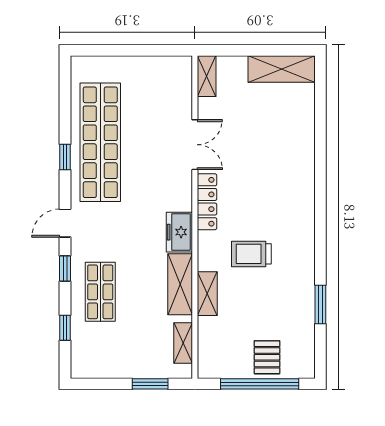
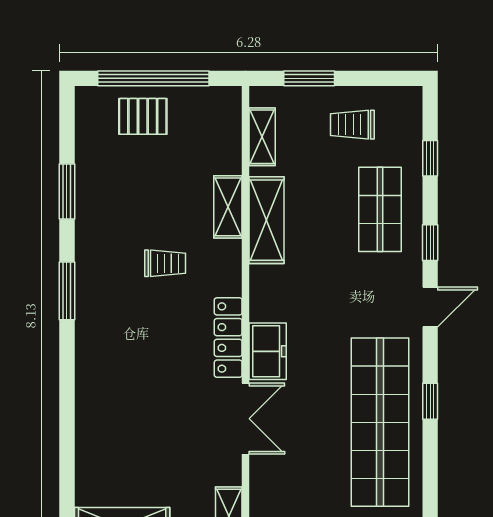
double door: (195, 145) -> (246, 419), swing flipped
freezer: (179, 232) -> (268, 351), moved
window: (320, 235) -> (67, 291), added
trolley: (251, 254) -> (165, 263), width x0.73, depth x0.72
trolley: (120, 351) -> (352, 125), added
pallet: (267, 357) -> (143, 116), turned 90

